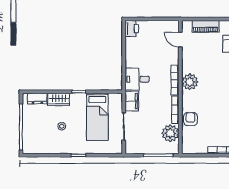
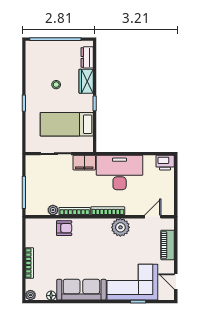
desk: (137, 79) -> (120, 173), width x1.87, depth x1.30
plant: (190, 82) -> (120, 227), moved
plant: (170, 133) -> (53, 210), width x0.53, depth x0.53

